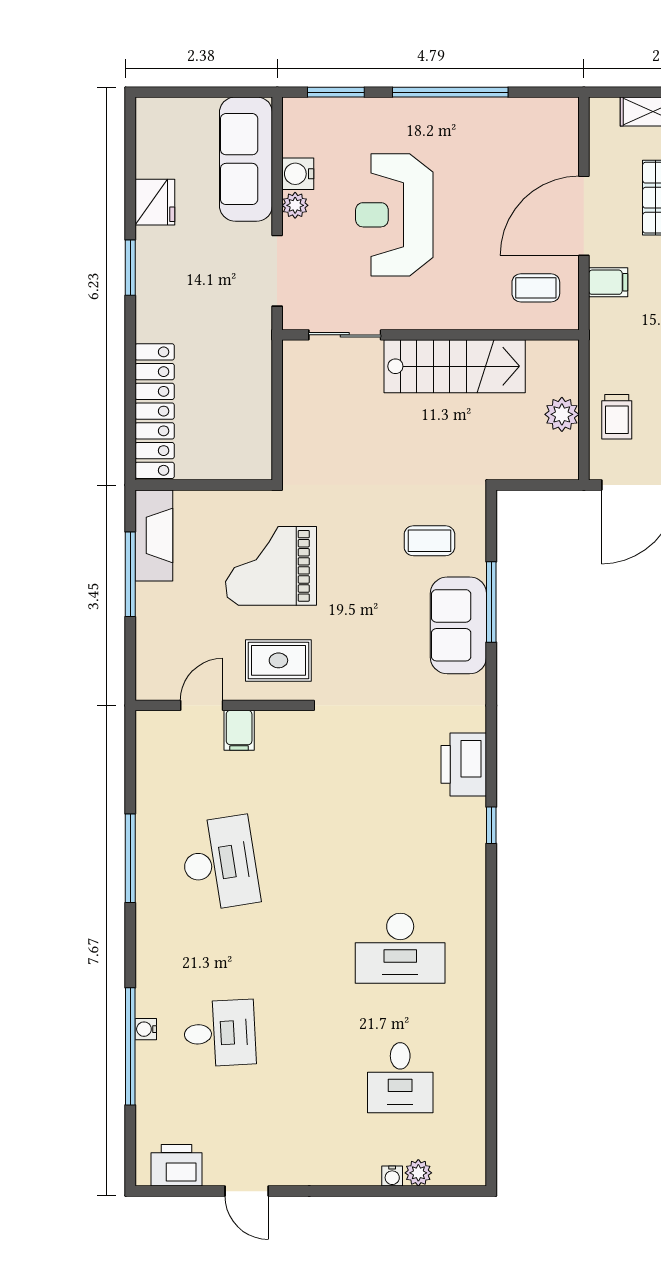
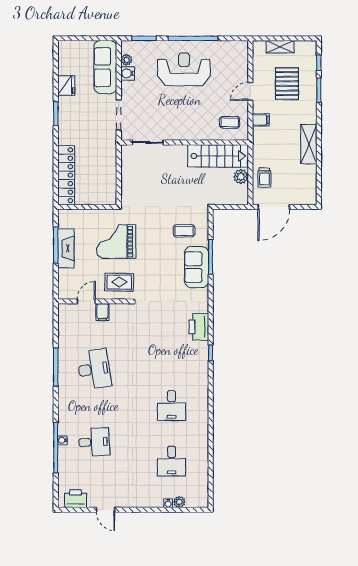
plant: (295, 205) -> (126, 60), moved
reception desk: (394, 215) -> (184, 69), moved, turned 90
door: (584, 216) -> (250, 91), width x0.53
stairs: (455, 366) -> (218, 156), moved
fireplace: (154, 535) -> (66, 248), moved
desk: (400, 948) -> (172, 406), width x0.73

